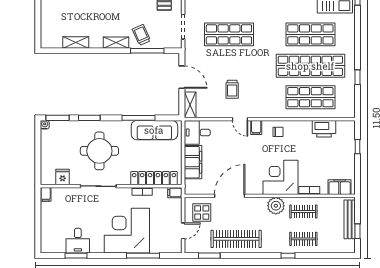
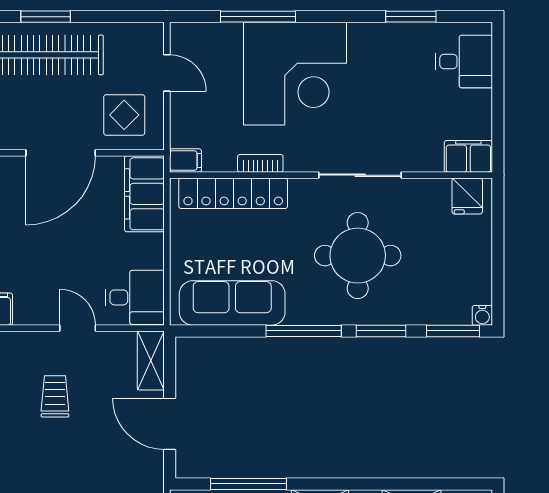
window: (139, 118) -> (304, 331), moved
door: (240, 119) -> (78, 328), moved
filing cabinet: (193, 162) -> (144, 194), moved
fridge: (63, 177) -> (467, 196), moved
filing cabinet: (46, 194) -> (468, 156), width x2.00
door: (183, 231) -> (167, 73), swing flipped
desk: (78, 241) -> (464, 62), moved, turned 90
window: (209, 256) -> (46, 17), moved

